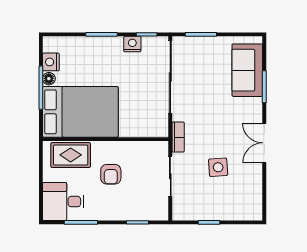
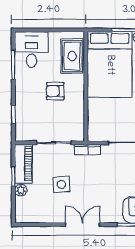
piano: (194, 211) -> (23, 164), added
plant: (225, 214) -> (21, 190), added

